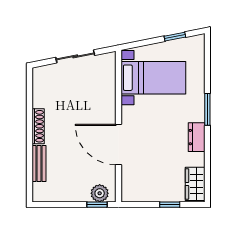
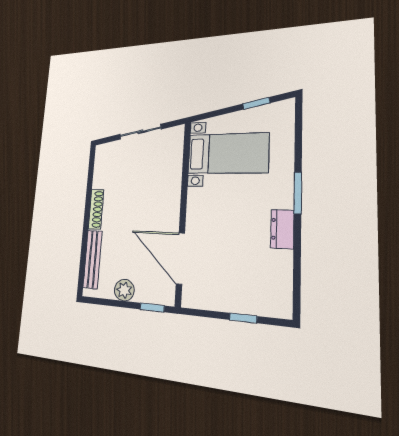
door: (118, 144) -> (180, 258), moved
bench: (39, 163) -> (93, 259), width x1.36
wardrobe: (195, 184) -> (279, 293), removed
plant: (100, 193) -> (124, 290), moved

